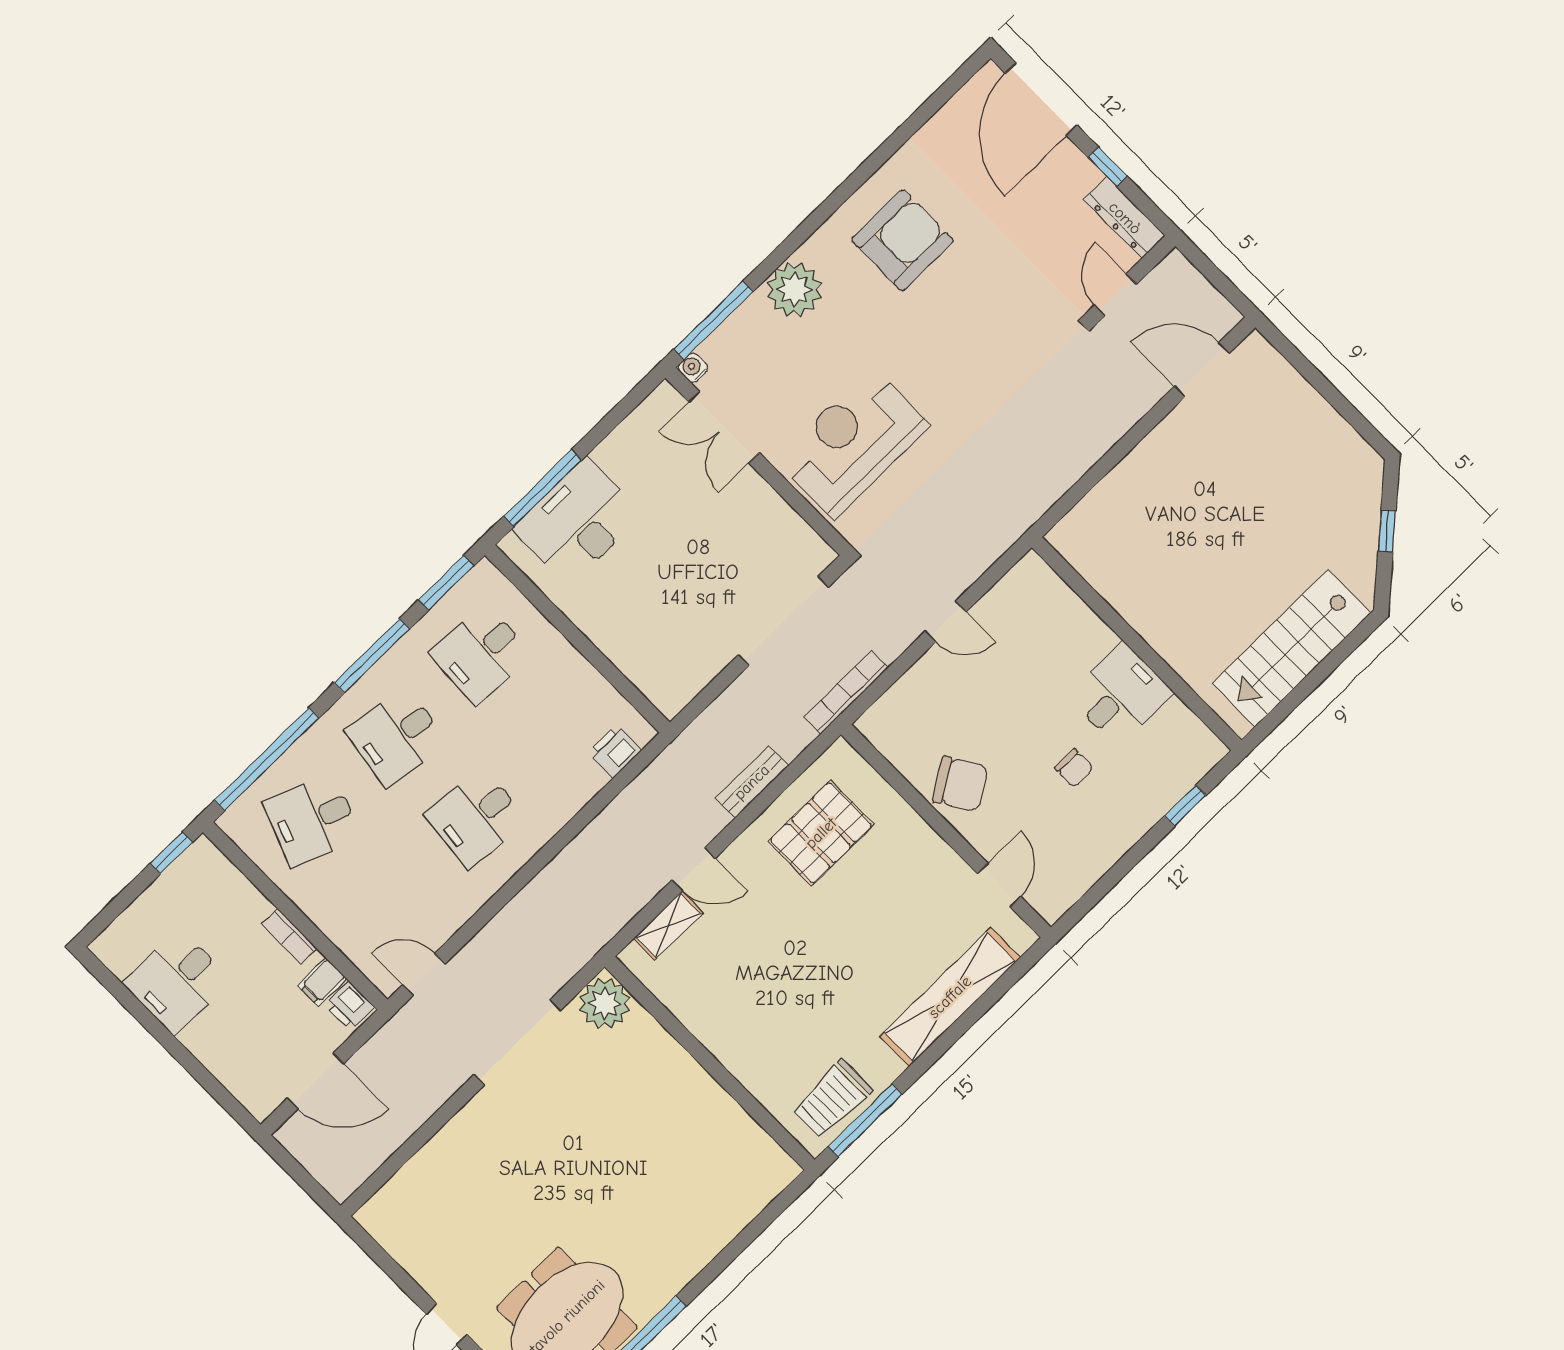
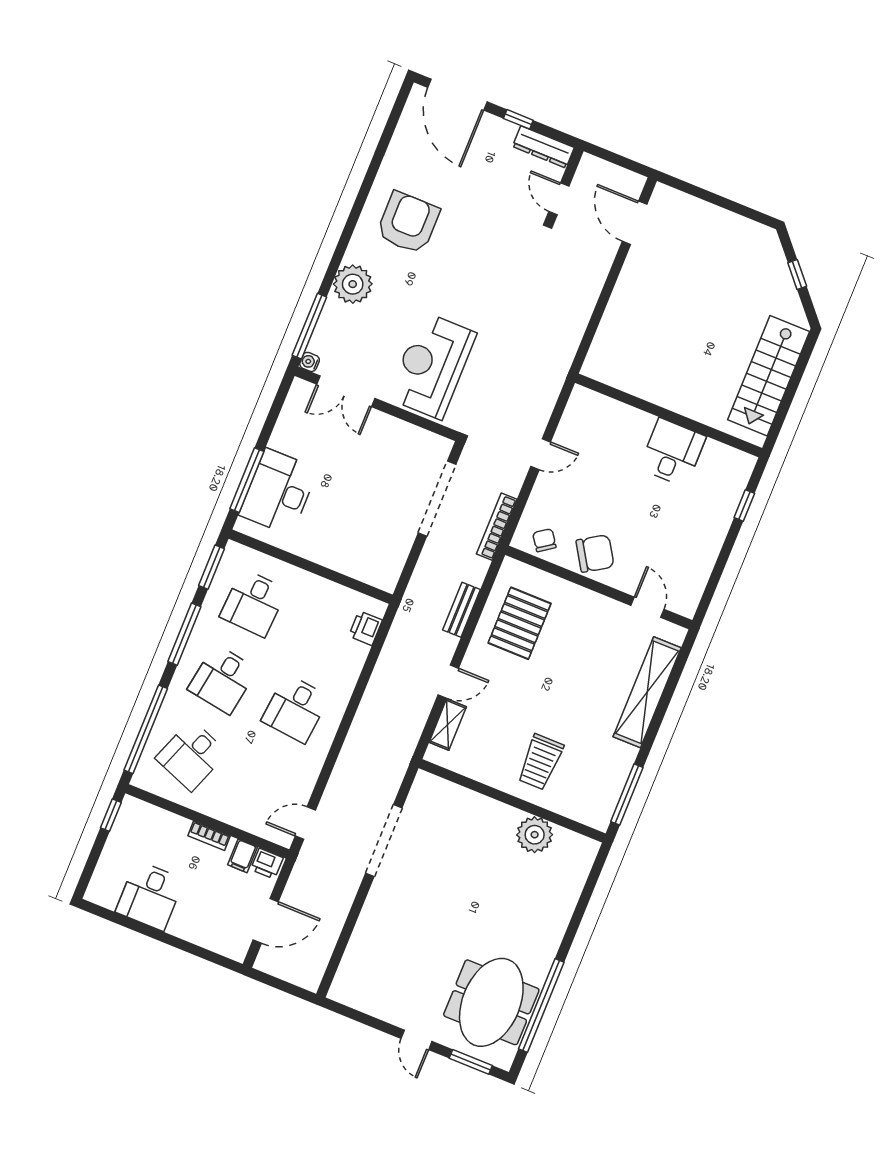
door: (1202, 370) -> (635, 223), hinge flipped
chair: (1074, 768) -> (544, 540), moved, turned -125
plant: (605, 1003) -> (535, 835), moved
trolley: (832, 1099) -> (540, 762), moved

